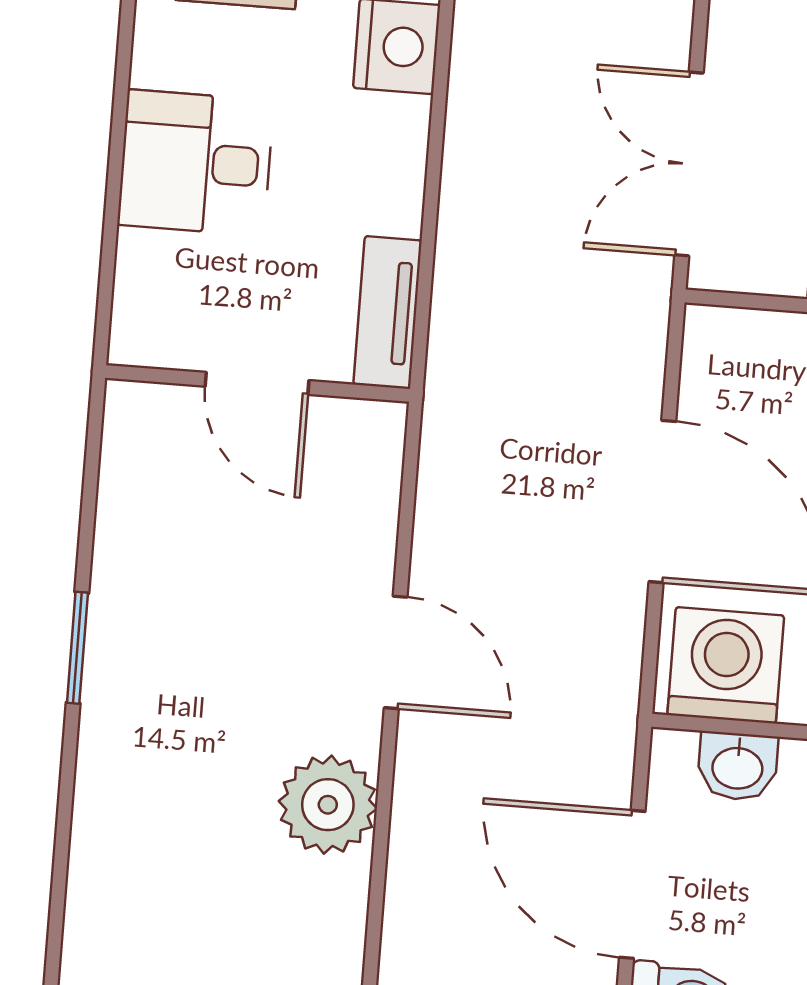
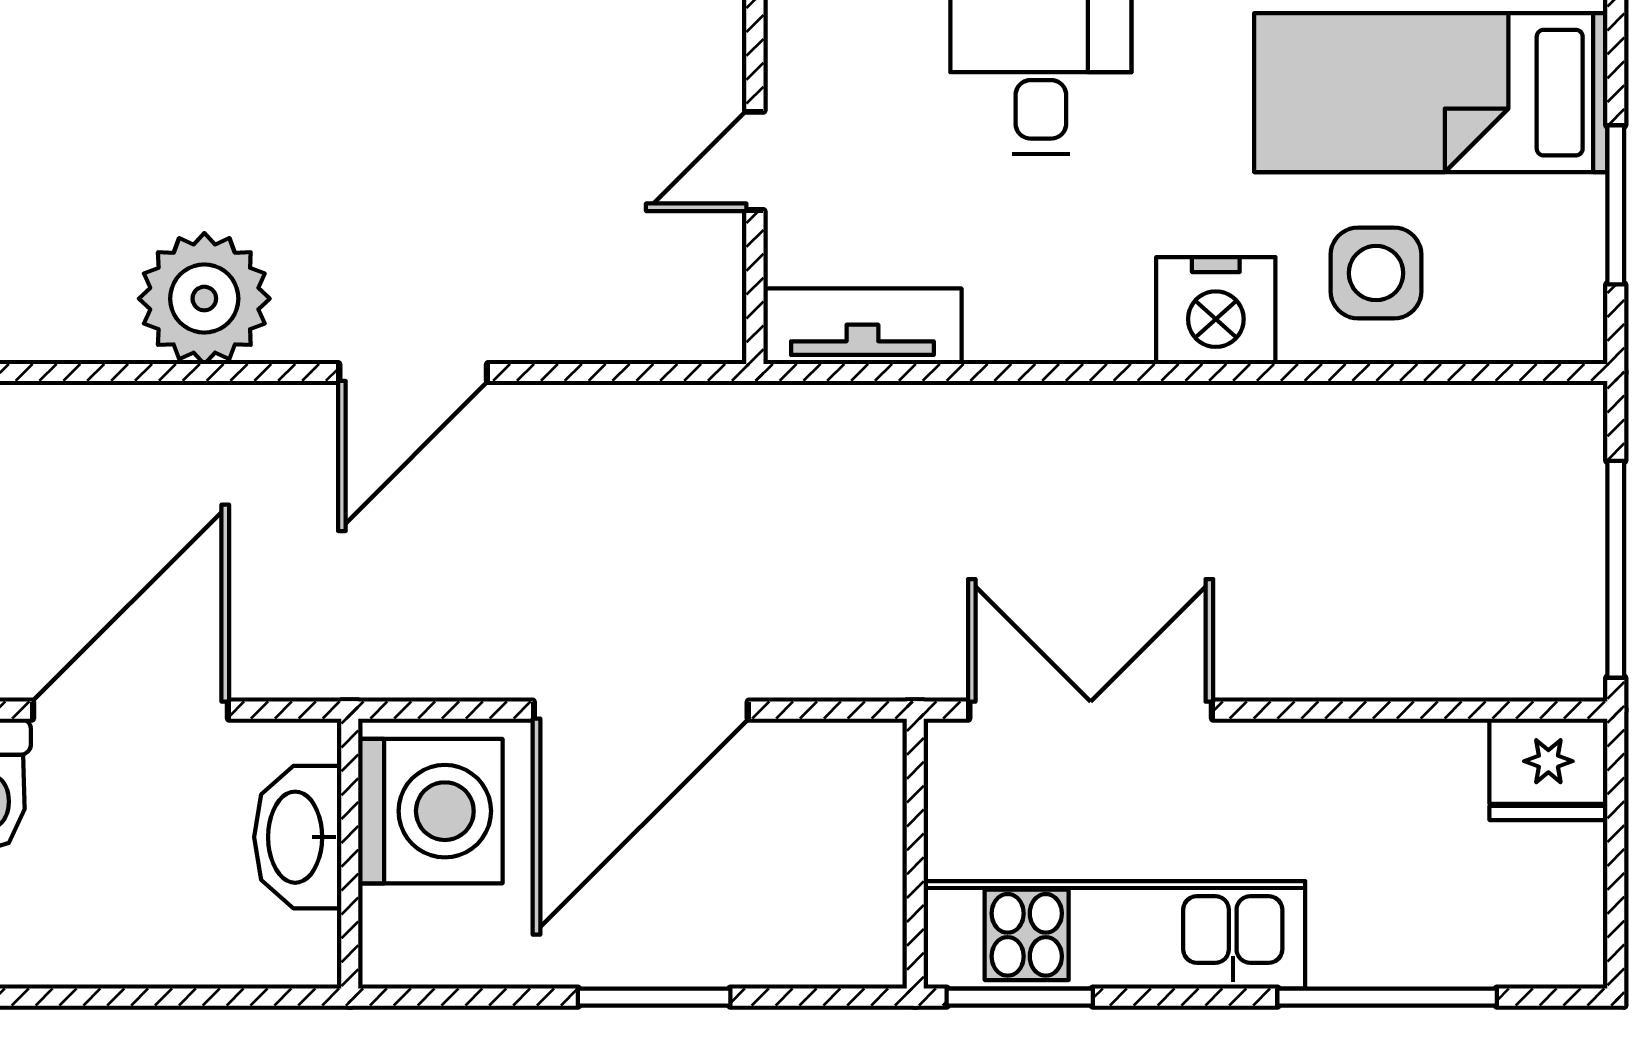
door: (257, 383) -> (755, 161), width x0.73
washbasin: (738, 766) -> (298, 837), width x1.38

